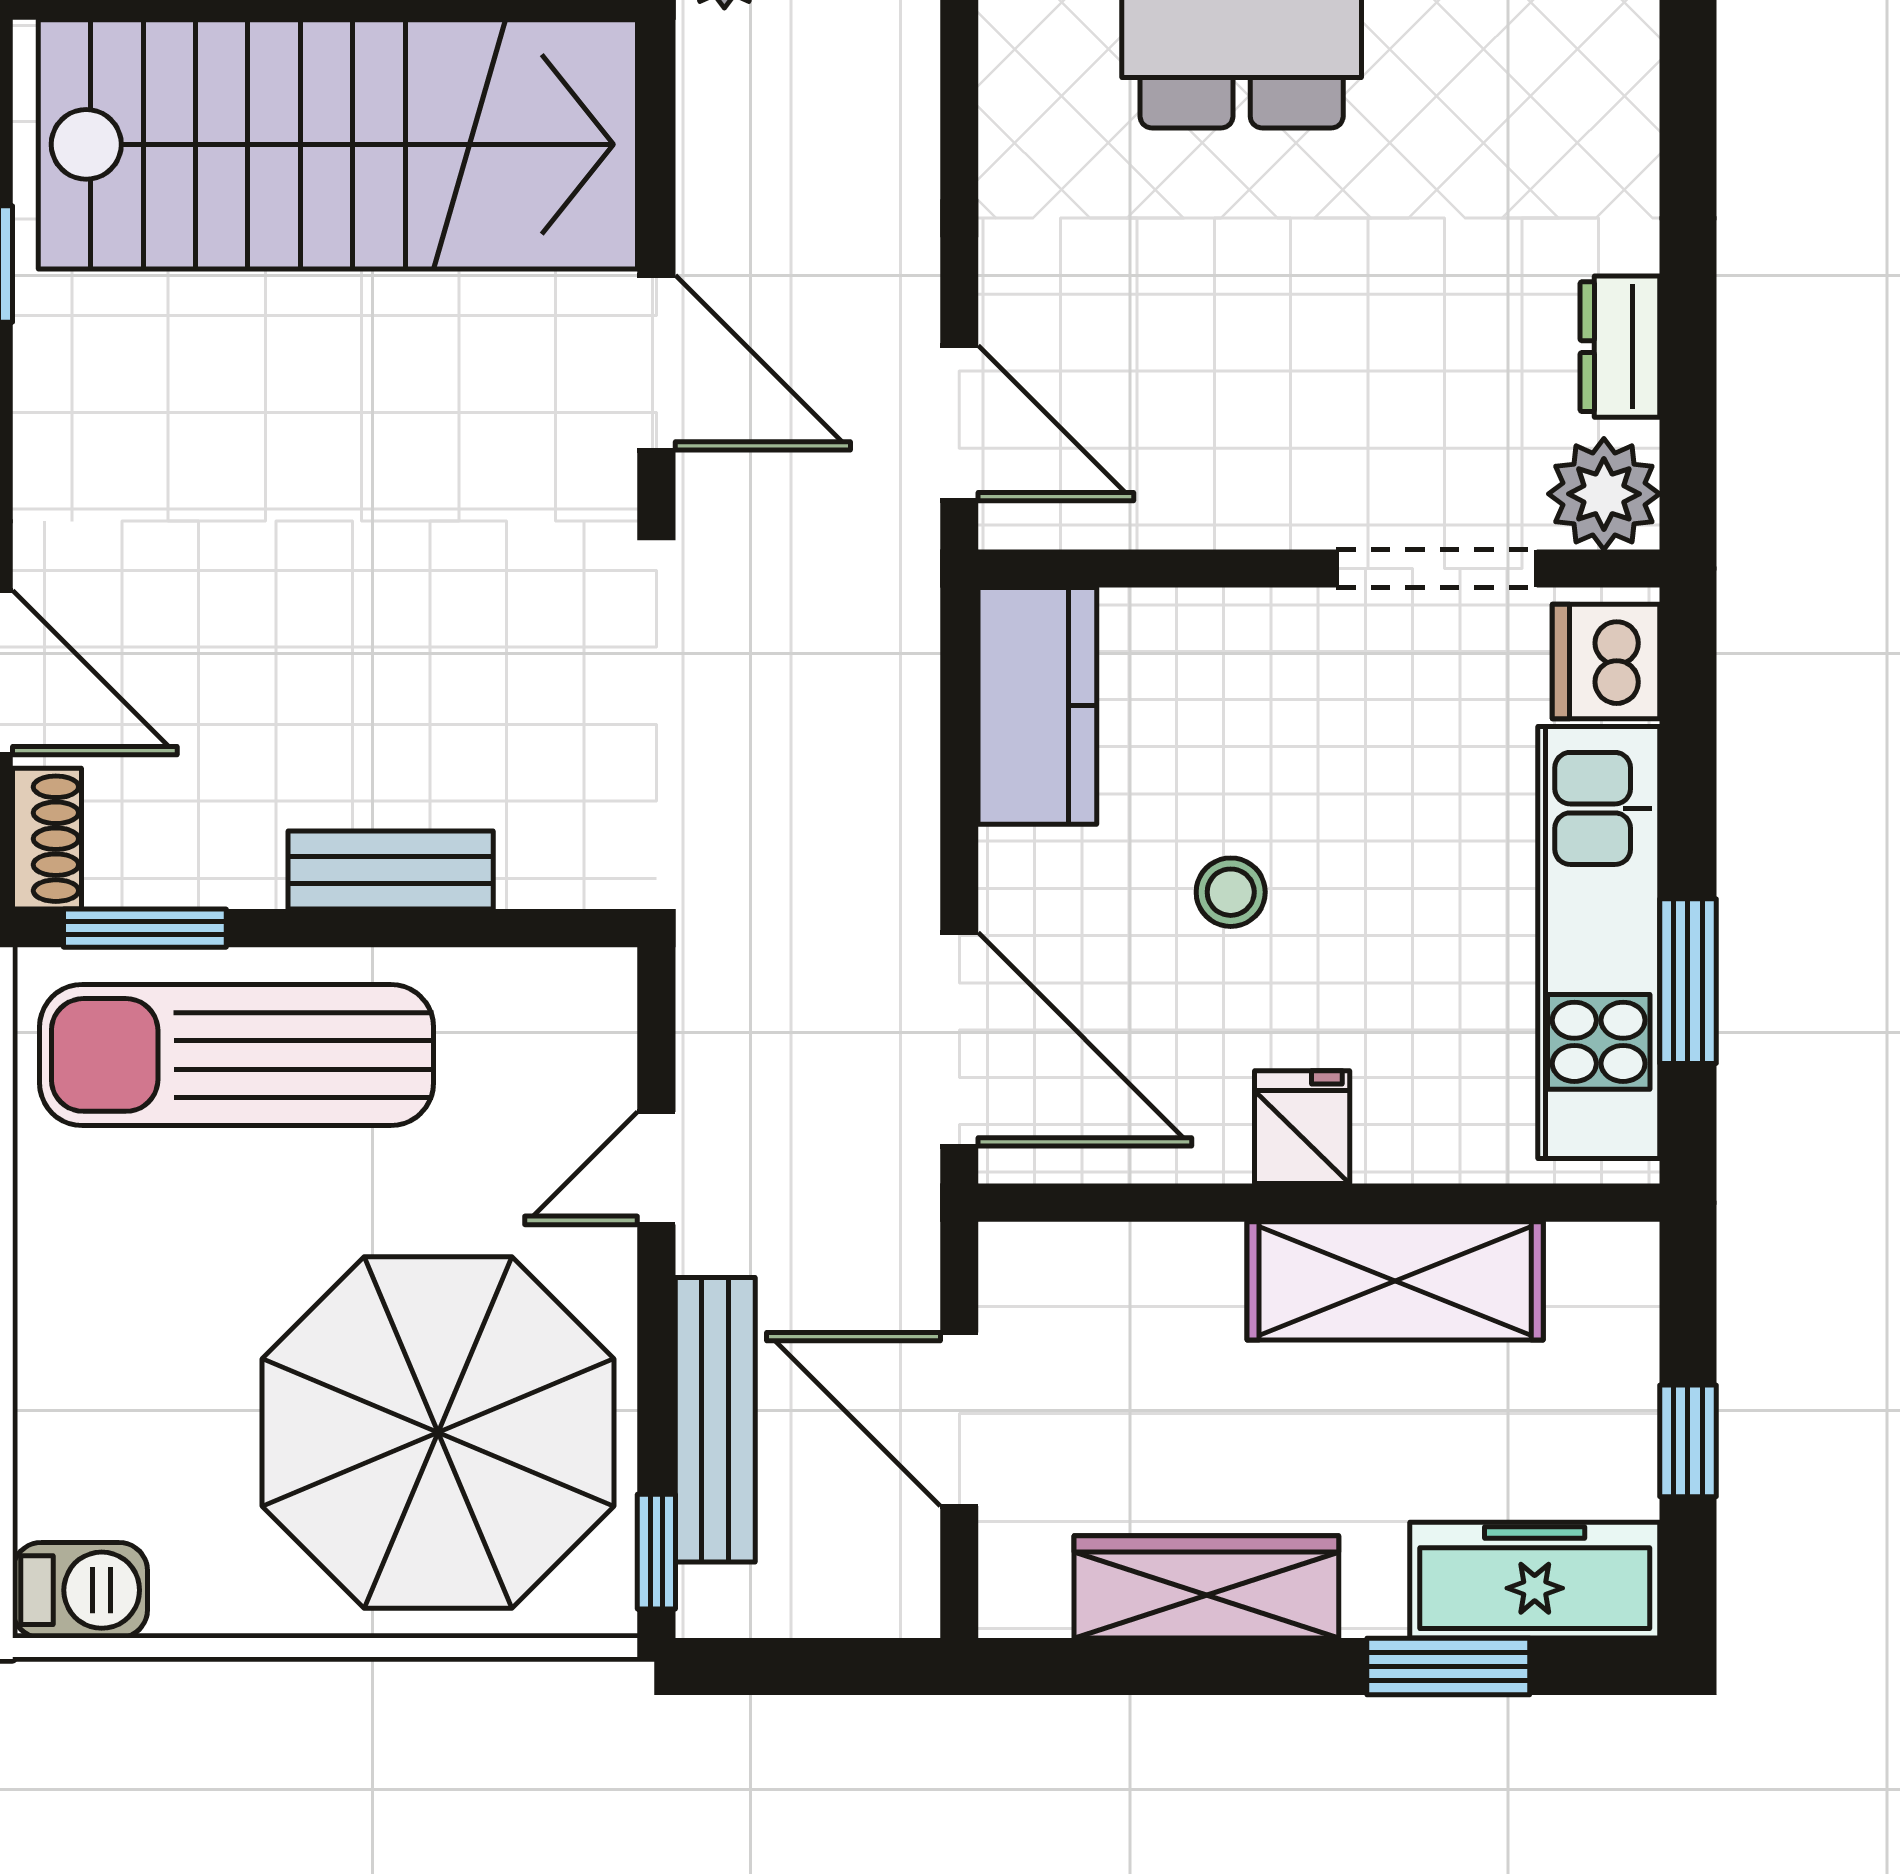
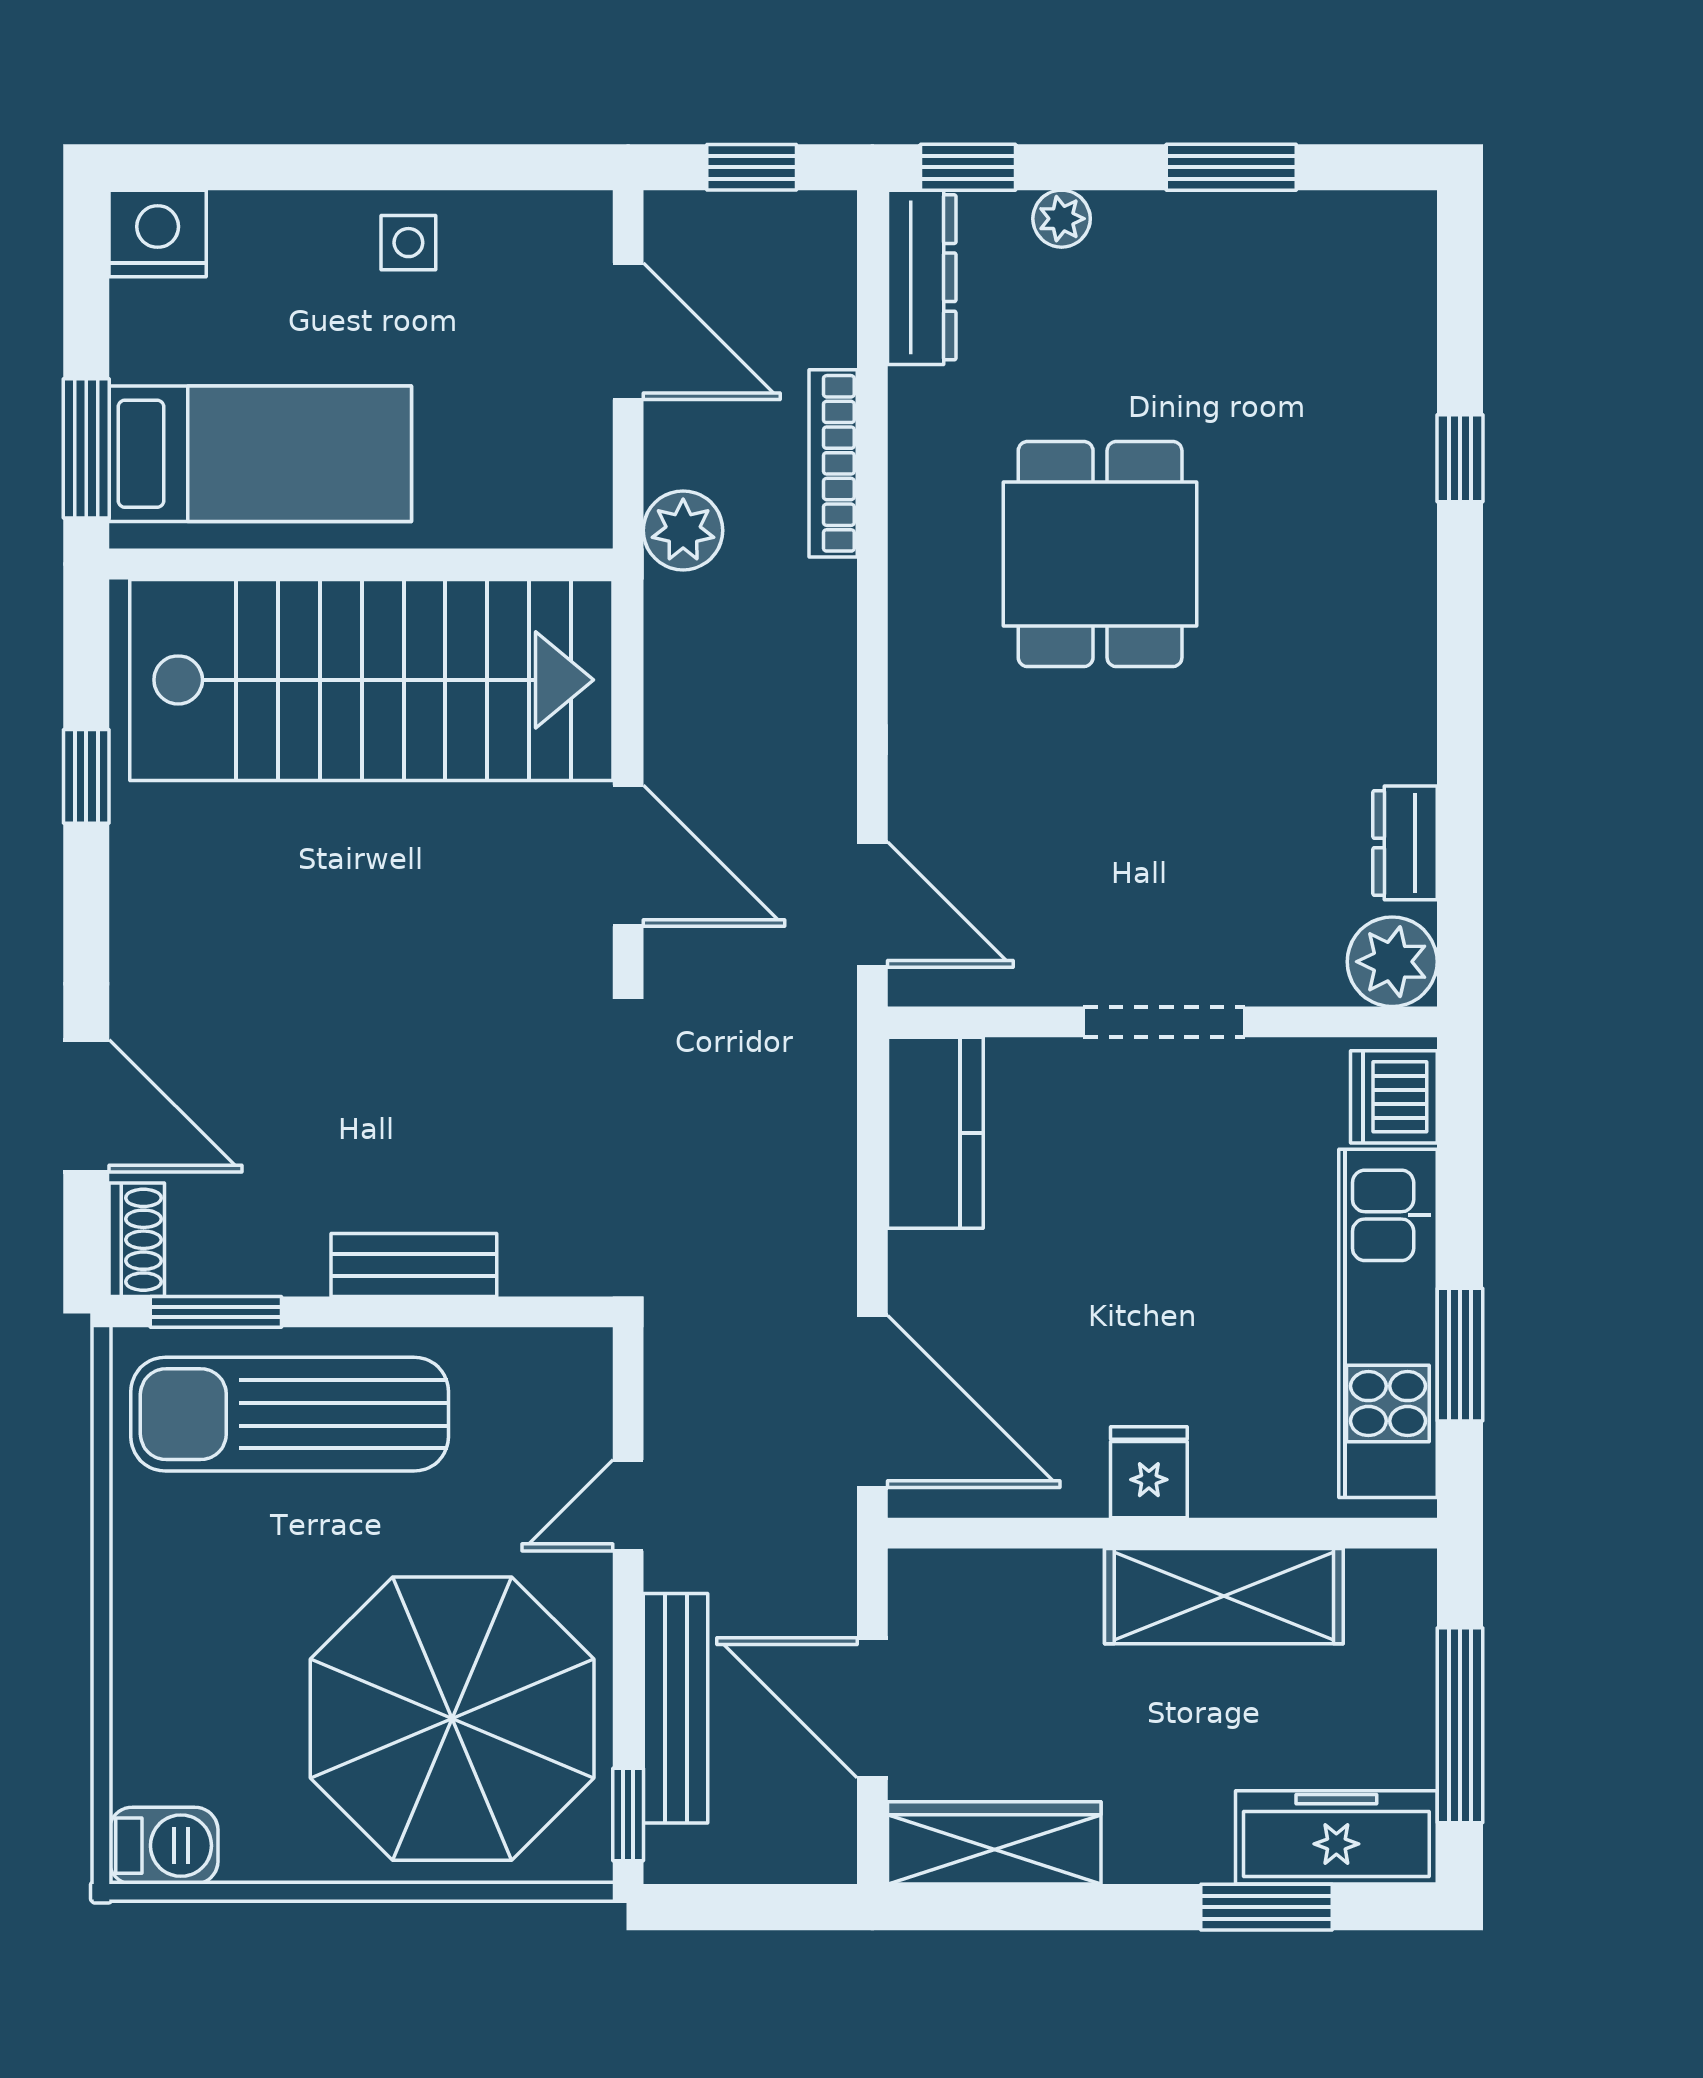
doorway: (1437, 569) -> (1164, 1022), moved
stool: (1231, 892) -> (1091, 1283), removed
window: (1688, 1441) -> (1460, 1725), width x2.17
wardrobe: (1206, 1587) -> (994, 1843), moved

